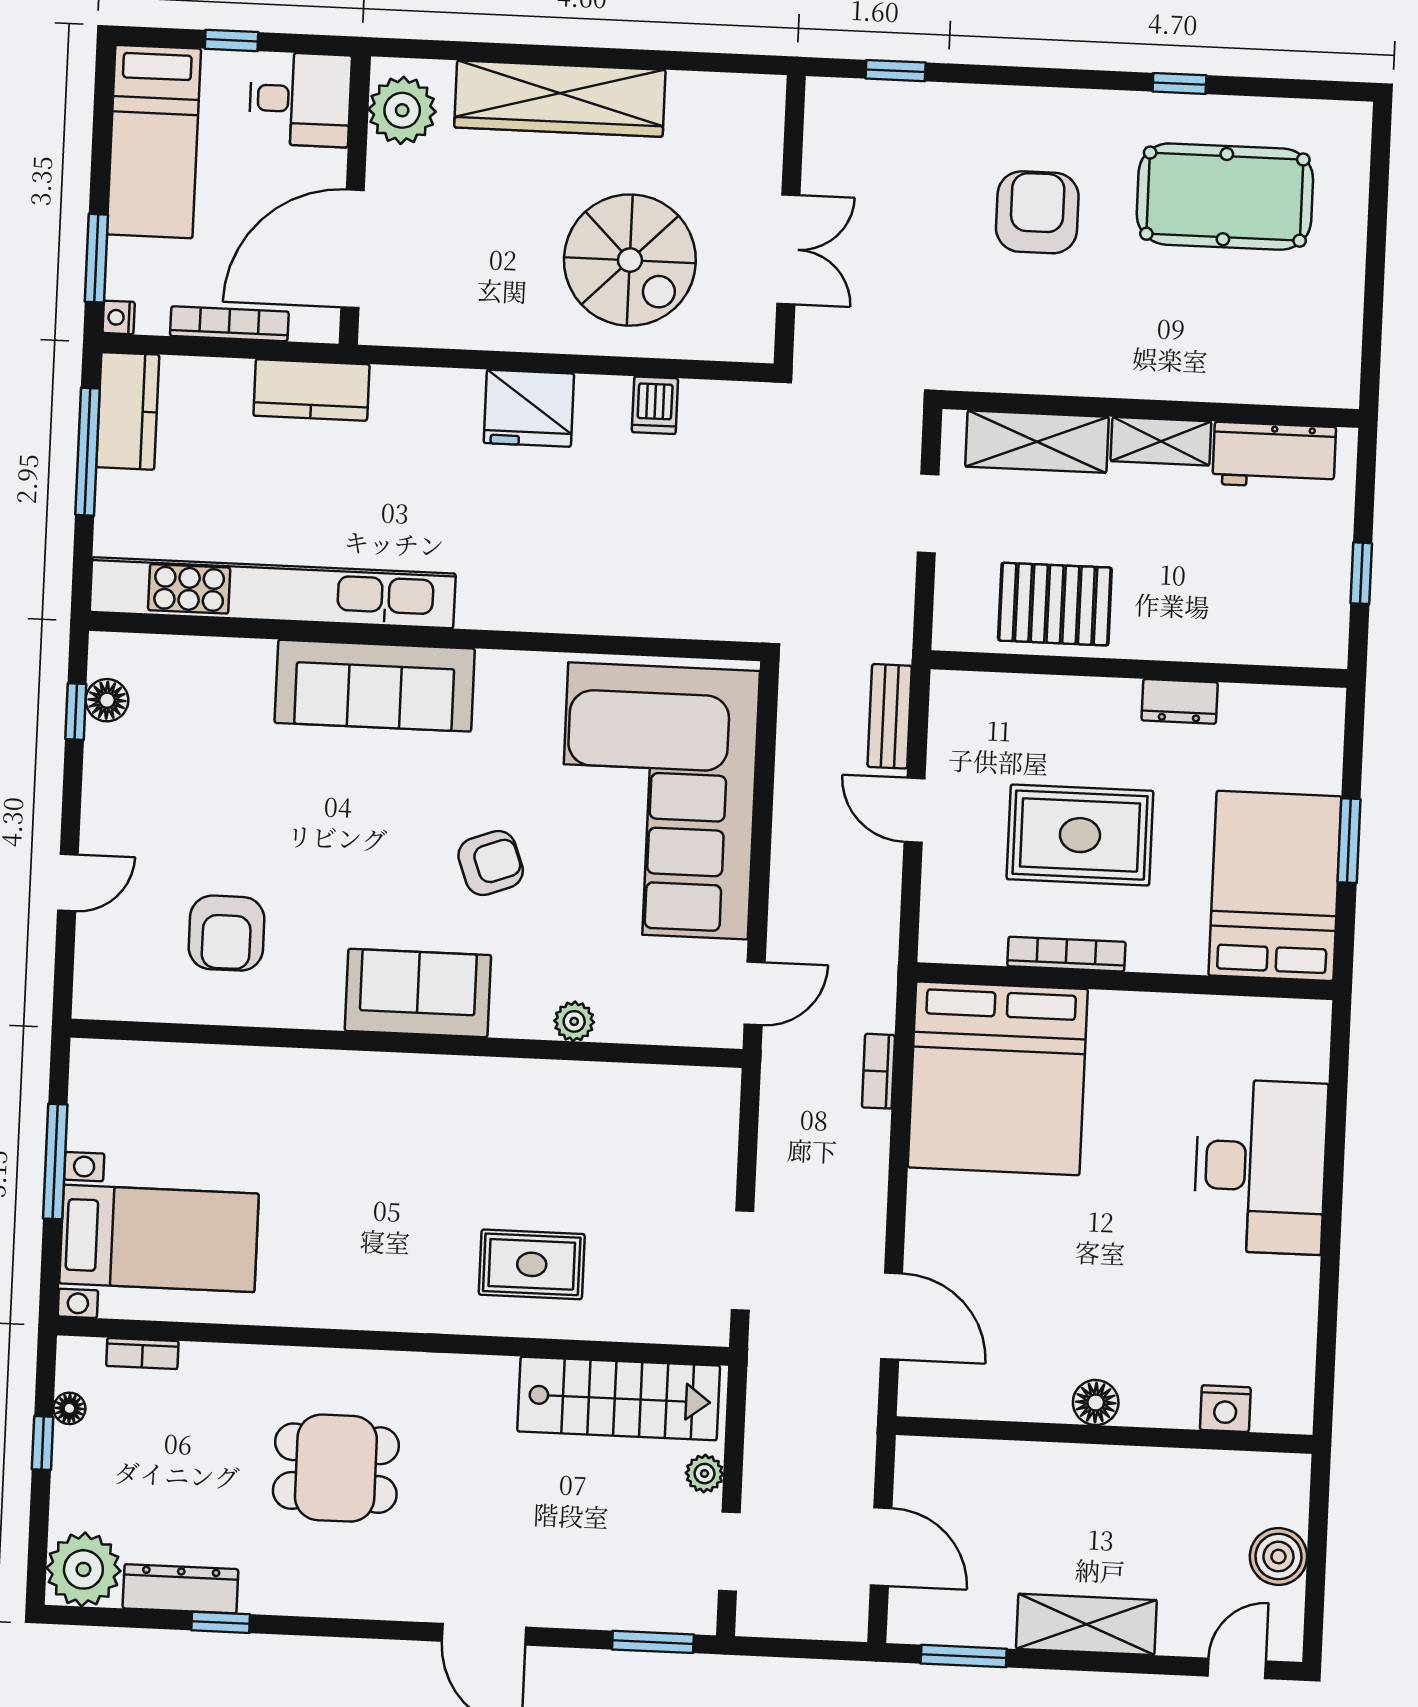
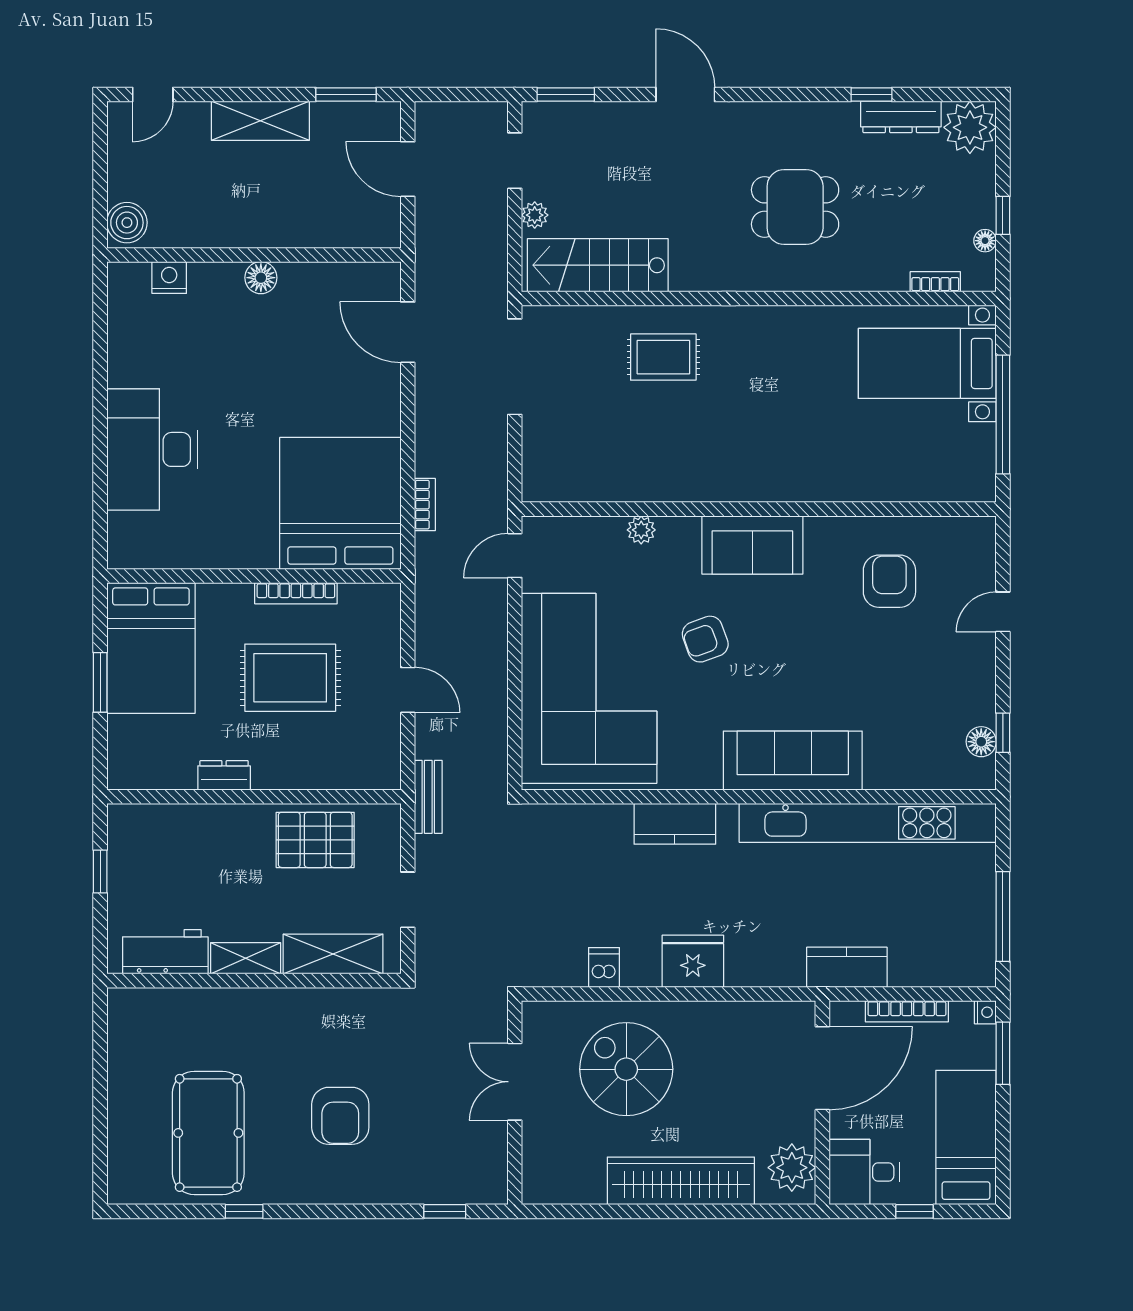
pool table: (1225, 197) -> (208, 1133), turned 90
kitchen counter: (128, 411) -> (675, 824), moved, turned -90
bench: (890, 716) -> (428, 797), moved
window: (55, 1162) -> (1003, 414), width x1.46
doorway: (743, 1260) -> (515, 367), width x1.36
boiler: (1278, 1556) -> (127, 223), moved

